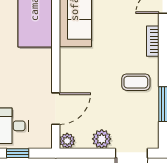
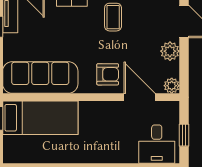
armchair: (79, 77) -> (108, 74), added

